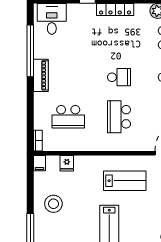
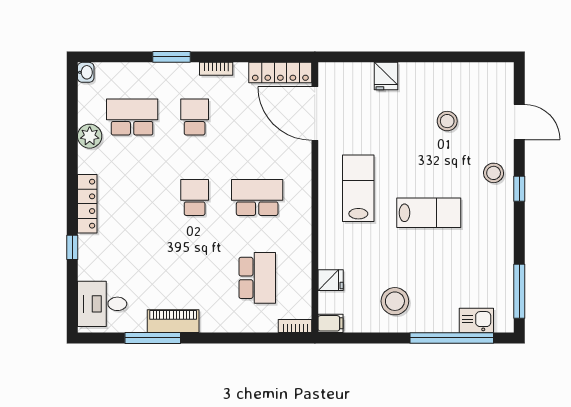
window: (30, 51) -> (153, 338), width x0.68
piano: (41, 75) -> (173, 321), moved
school desk: (119, 117) -> (257, 197), turned 180

